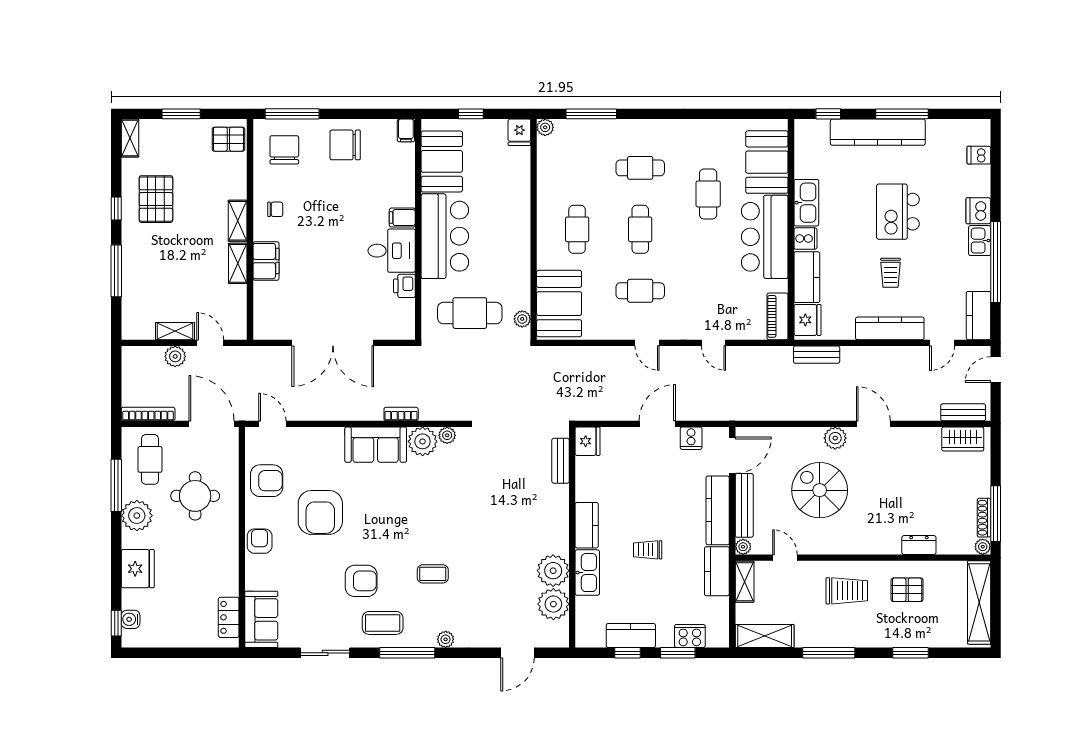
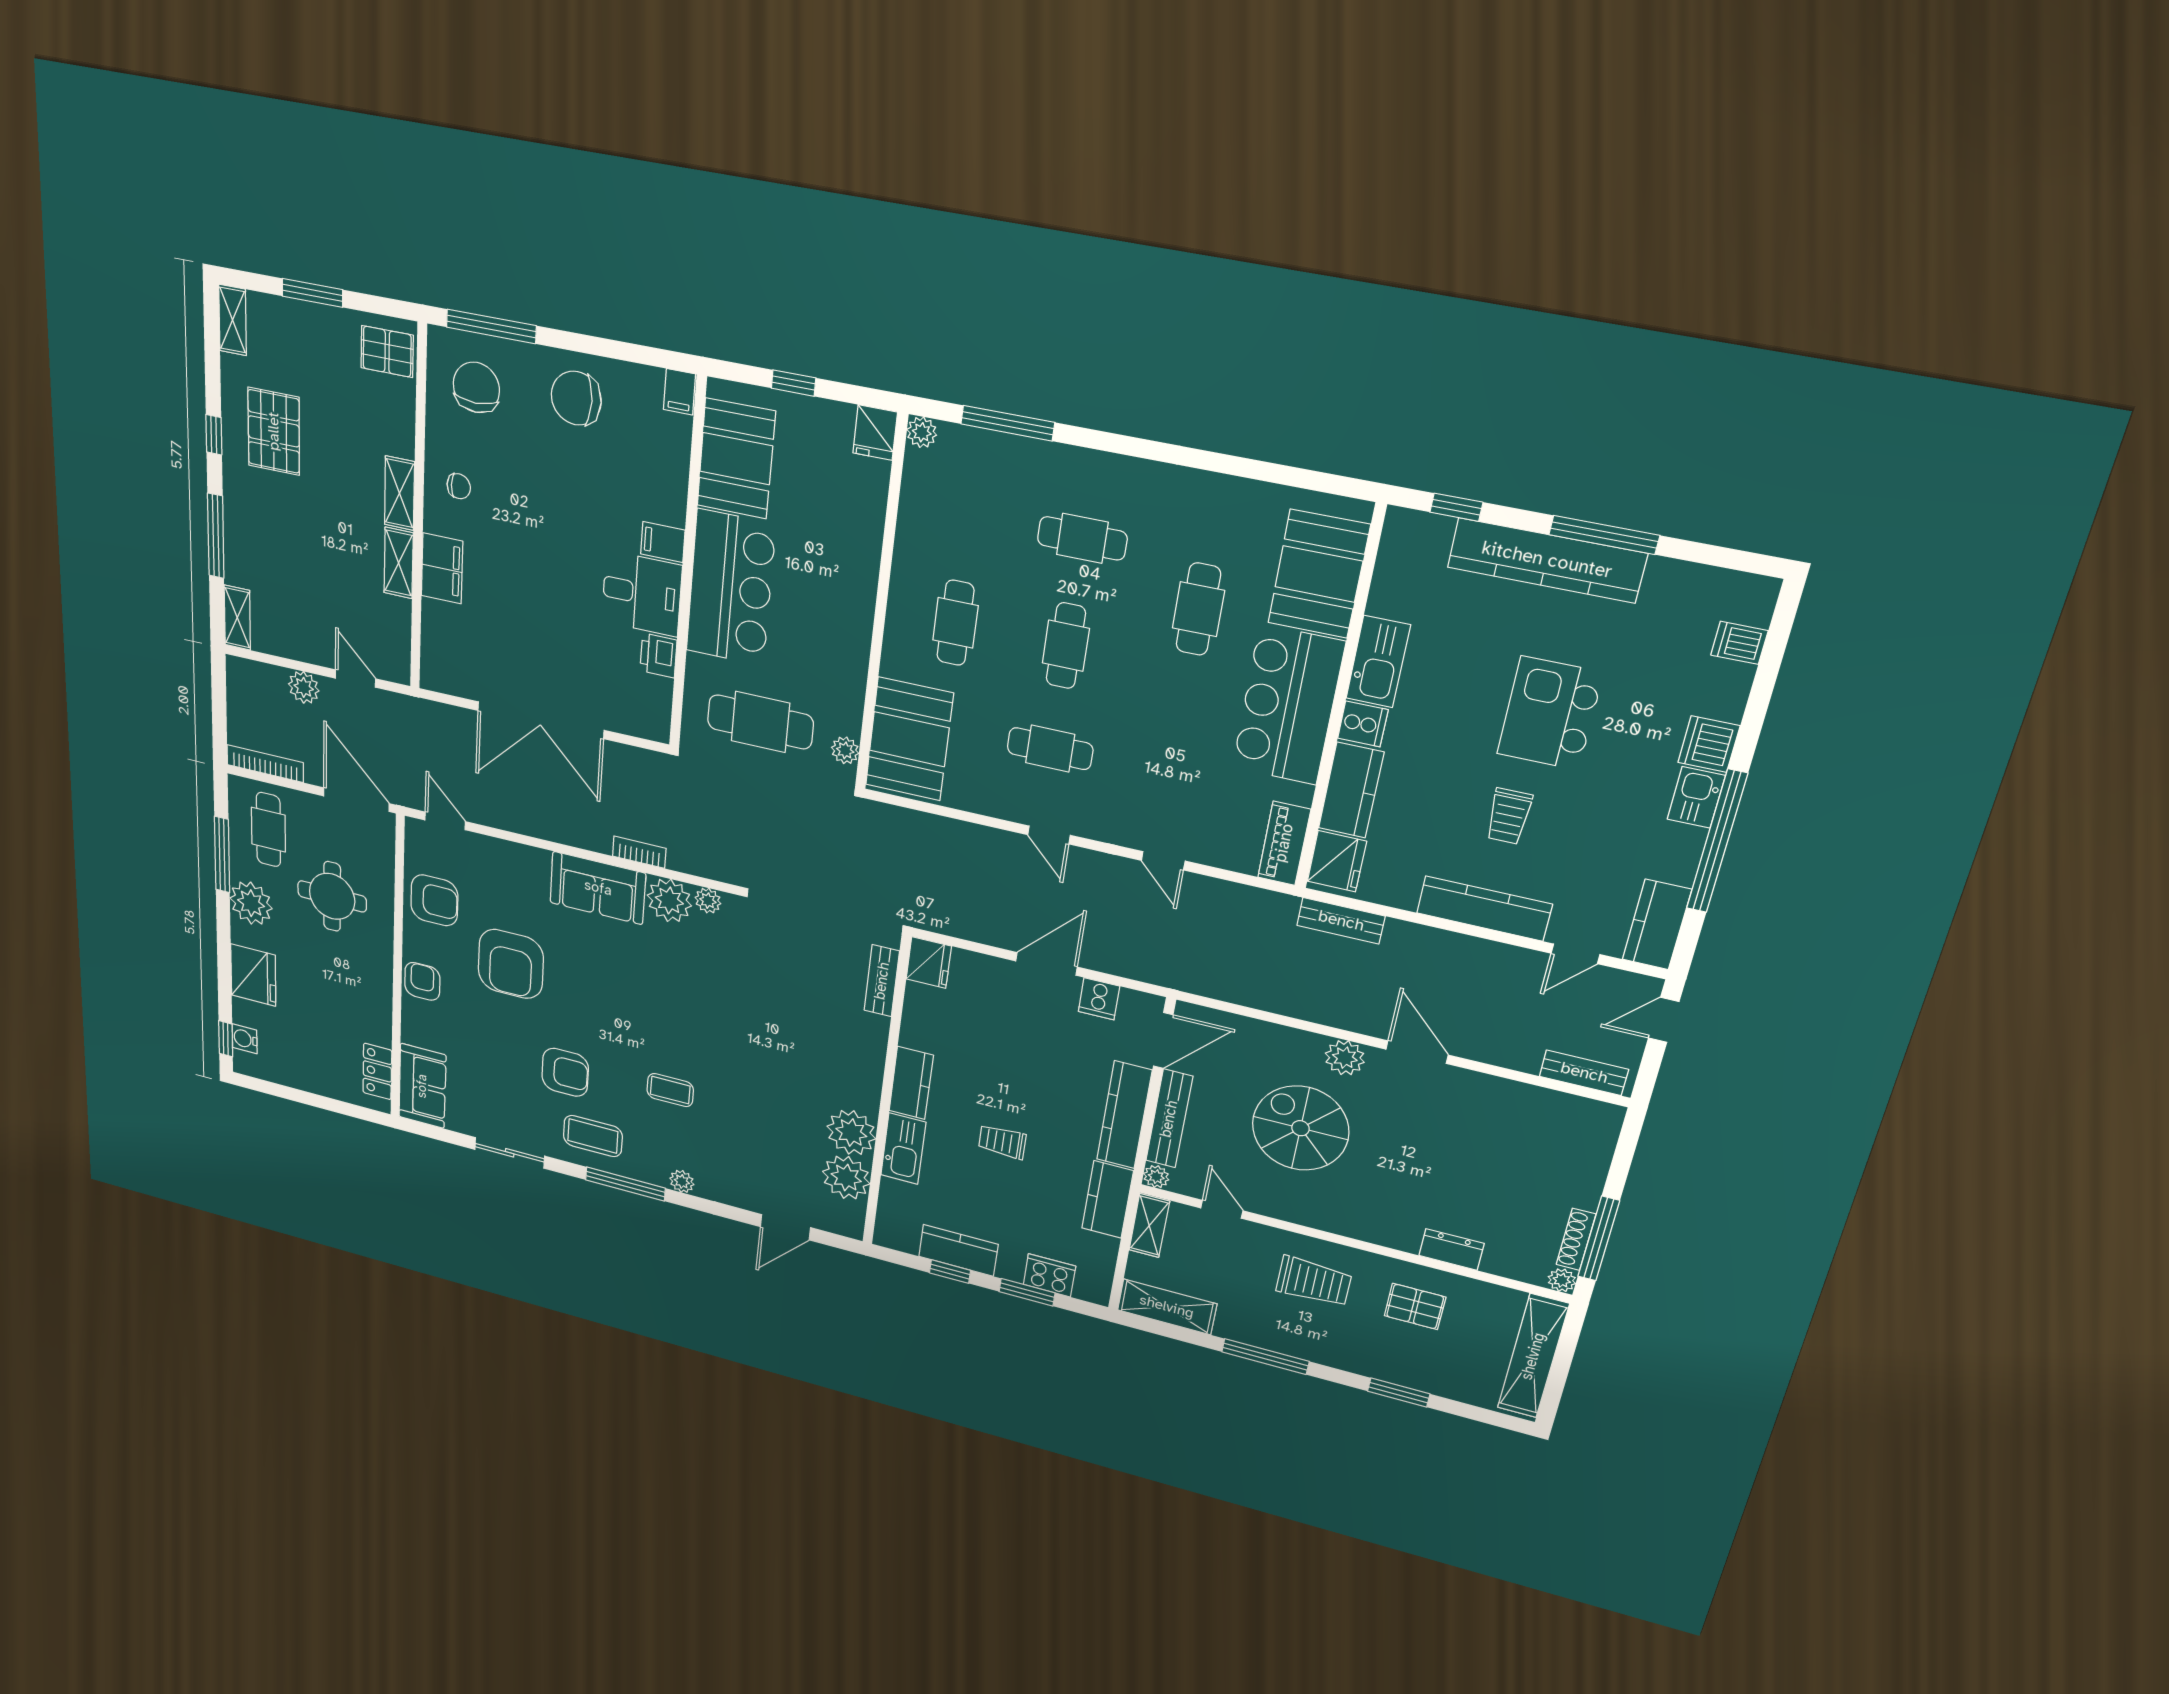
shelving: (175, 331) -> (237, 618), moved, turned 90
wardrobe: (963, 439) -> (1572, 1114), removed

